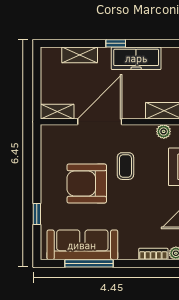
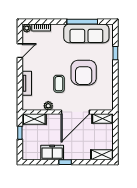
shelving: (80, 55) -> (102, 155), moved
freezer: (136, 58) -> (52, 152), width x0.71
plant: (164, 131) -> (48, 106), moved
armchair: (87, 184) -> (84, 73), turned 90

